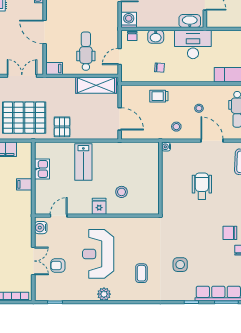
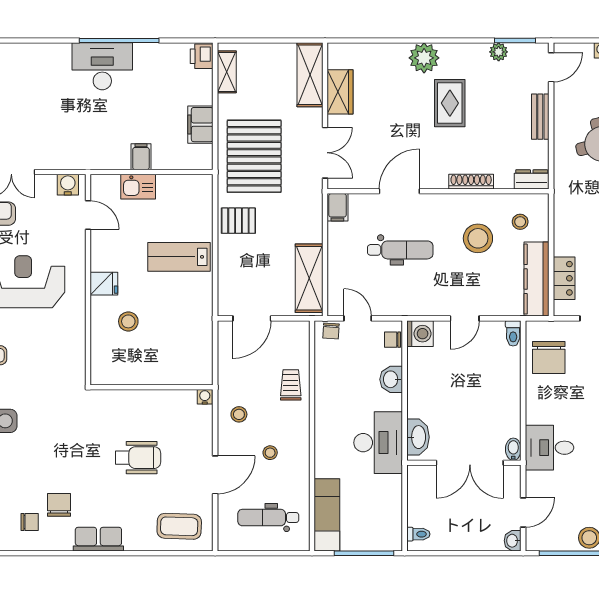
dental chair: (86, 51) -> (400, 250), moved
chair: (159, 68) -> (331, 331), moved
kitchen sink: (42, 169) -> (138, 187), moved

